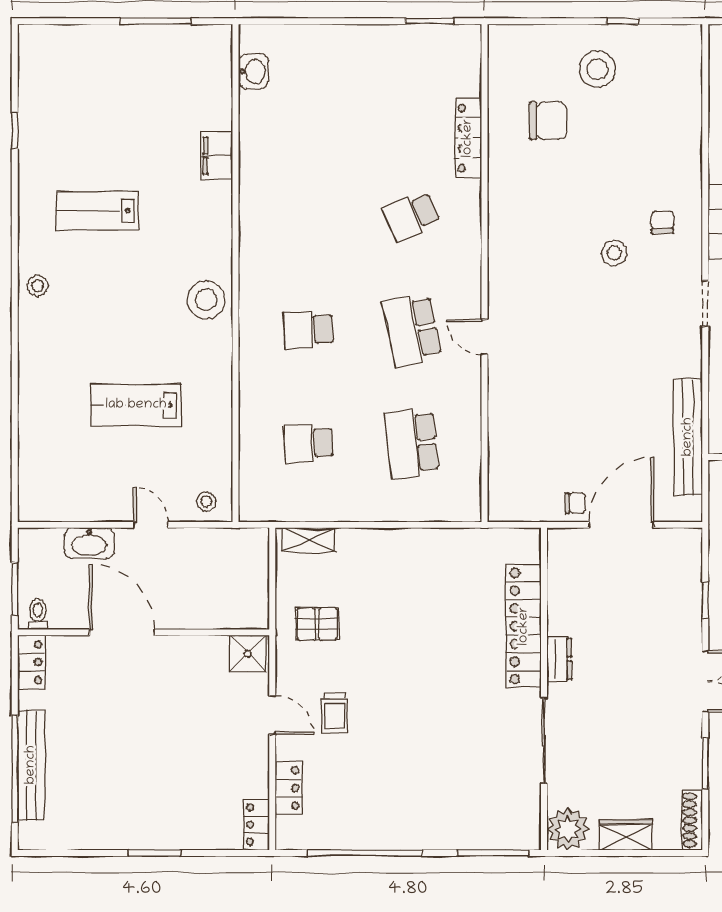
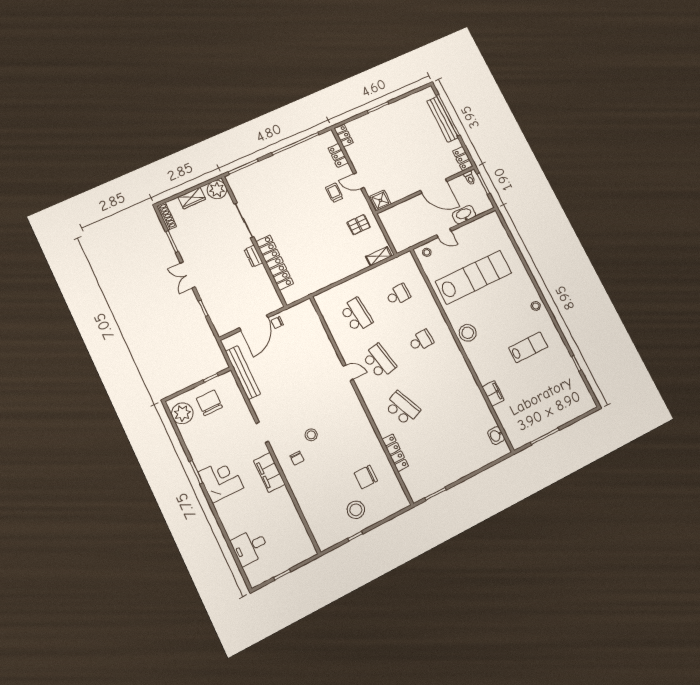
school desk: (412, 216) -> (402, 408), width x1.85
lab bench: (136, 405) -> (474, 277), width x1.86, depth x1.39

